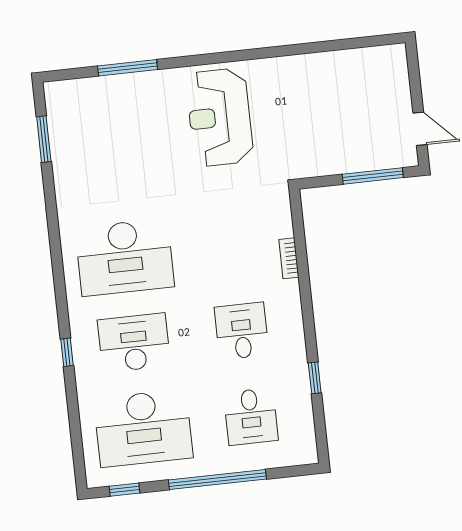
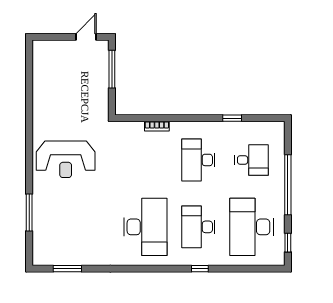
desk: (242, 331) -> (198, 160), width x1.37
desk: (143, 428) -> (252, 227), turned 180

